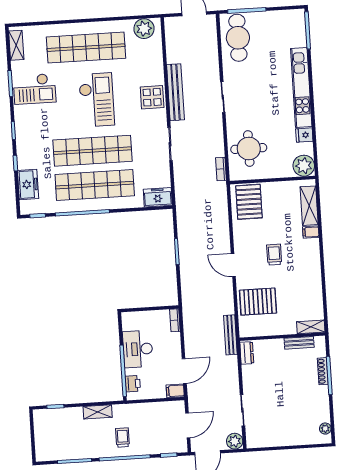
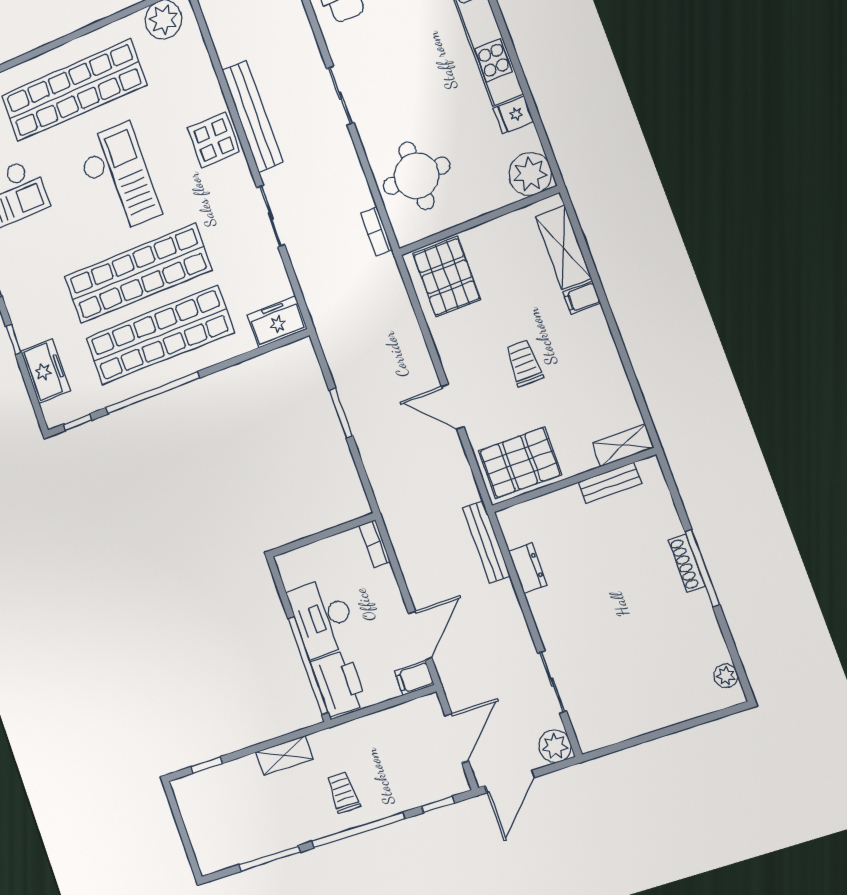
shelving: (311, 327) -> (623, 445), moved
wall: (282, 337) -> (573, 480), moved
bench: (299, 343) -> (610, 483), moved
printer: (133, 384) -> (339, 683), width x1.87, depth x1.48

